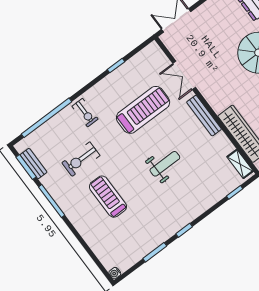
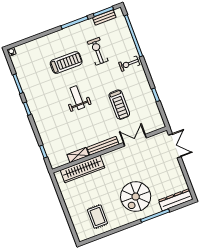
treadmill: (143, 110) -> (119, 105), width x0.73, depth x0.73
weight bench: (165, 164) -> (77, 98), moved, turned 180
shelving: (240, 164) -> (78, 155), moved

